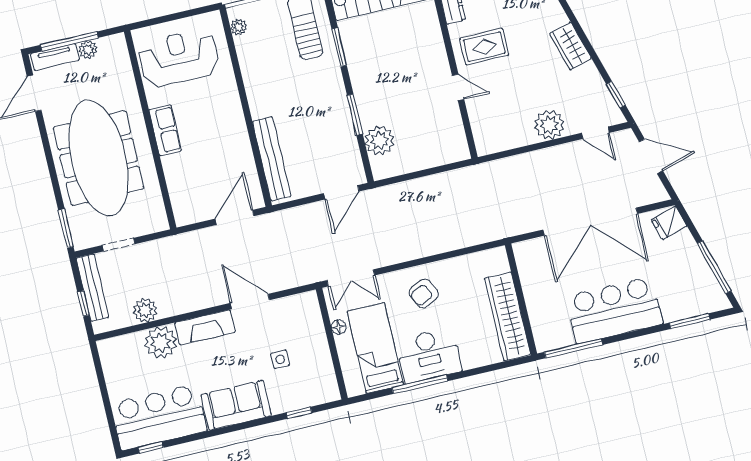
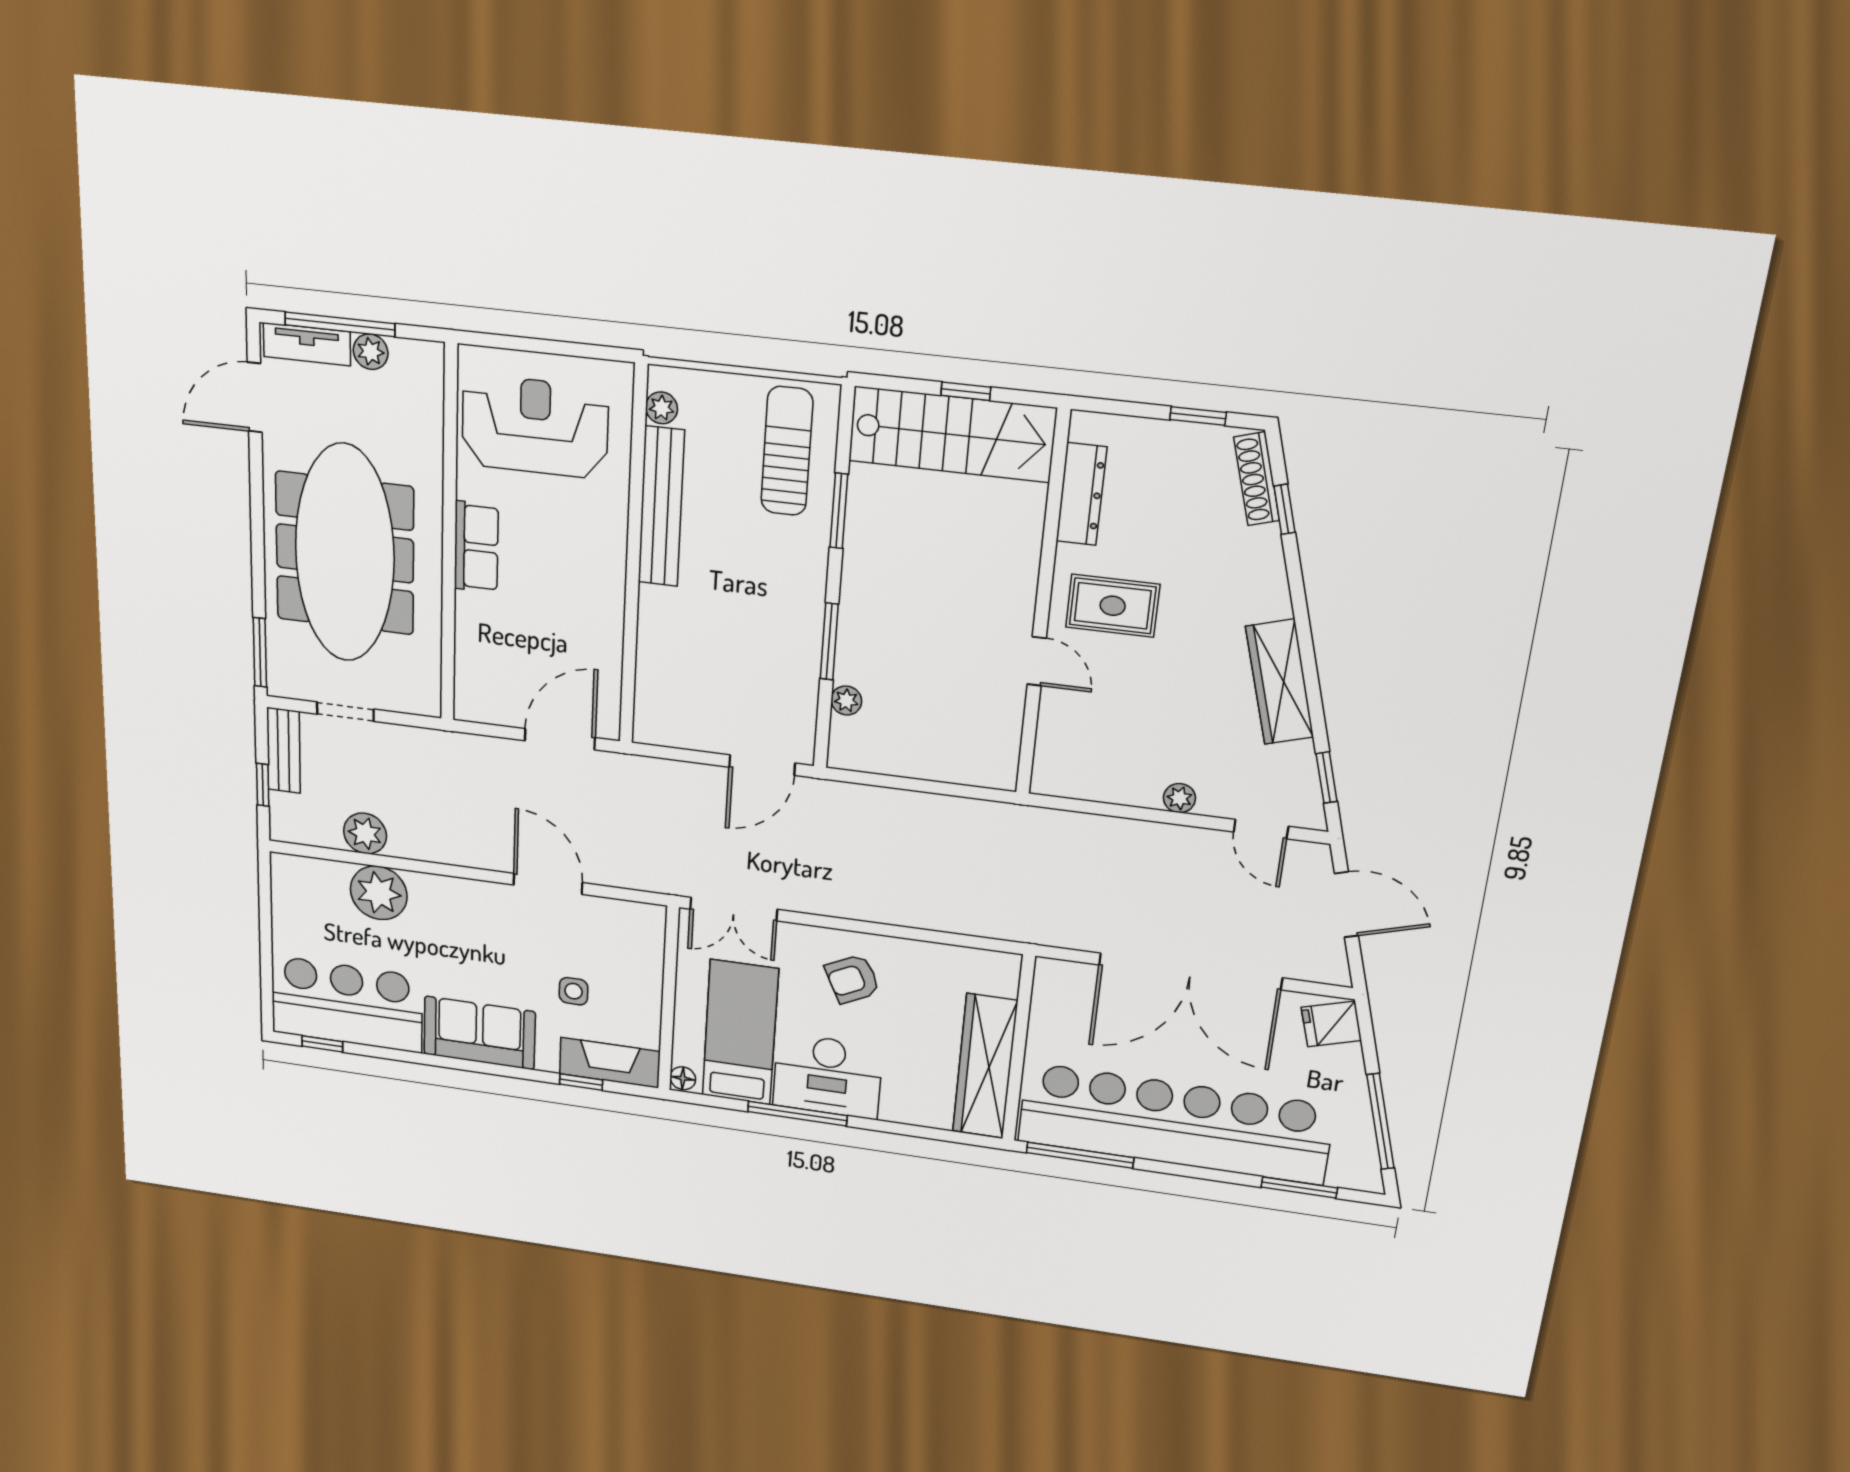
wardrobe: (570, 46) -> (1280, 682), width x1.50
plant: (549, 125) -> (1179, 798), width x0.53, depth x0.53
plant: (380, 140) -> (846, 700), width x0.53, depth x0.53
bench: (272, 159) -> (661, 507), moved
bench: (92, 288) -> (284, 750), width x0.73
bar counter: (614, 310) -> (1175, 1124), width x1.86
fireplace: (205, 327) -> (610, 1063), moved, turned 180
floor lamp: (339, 327) -> (683, 1078), moved

